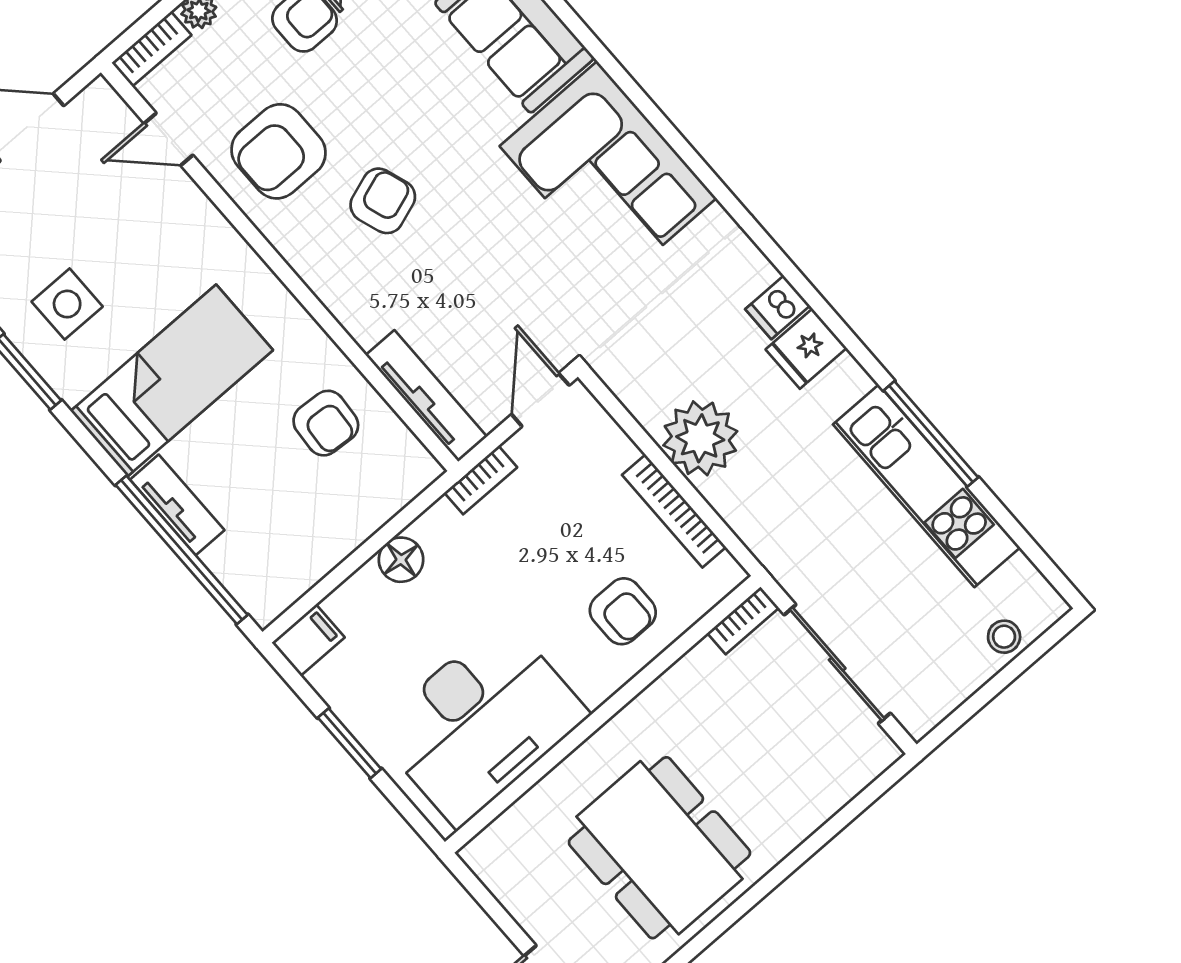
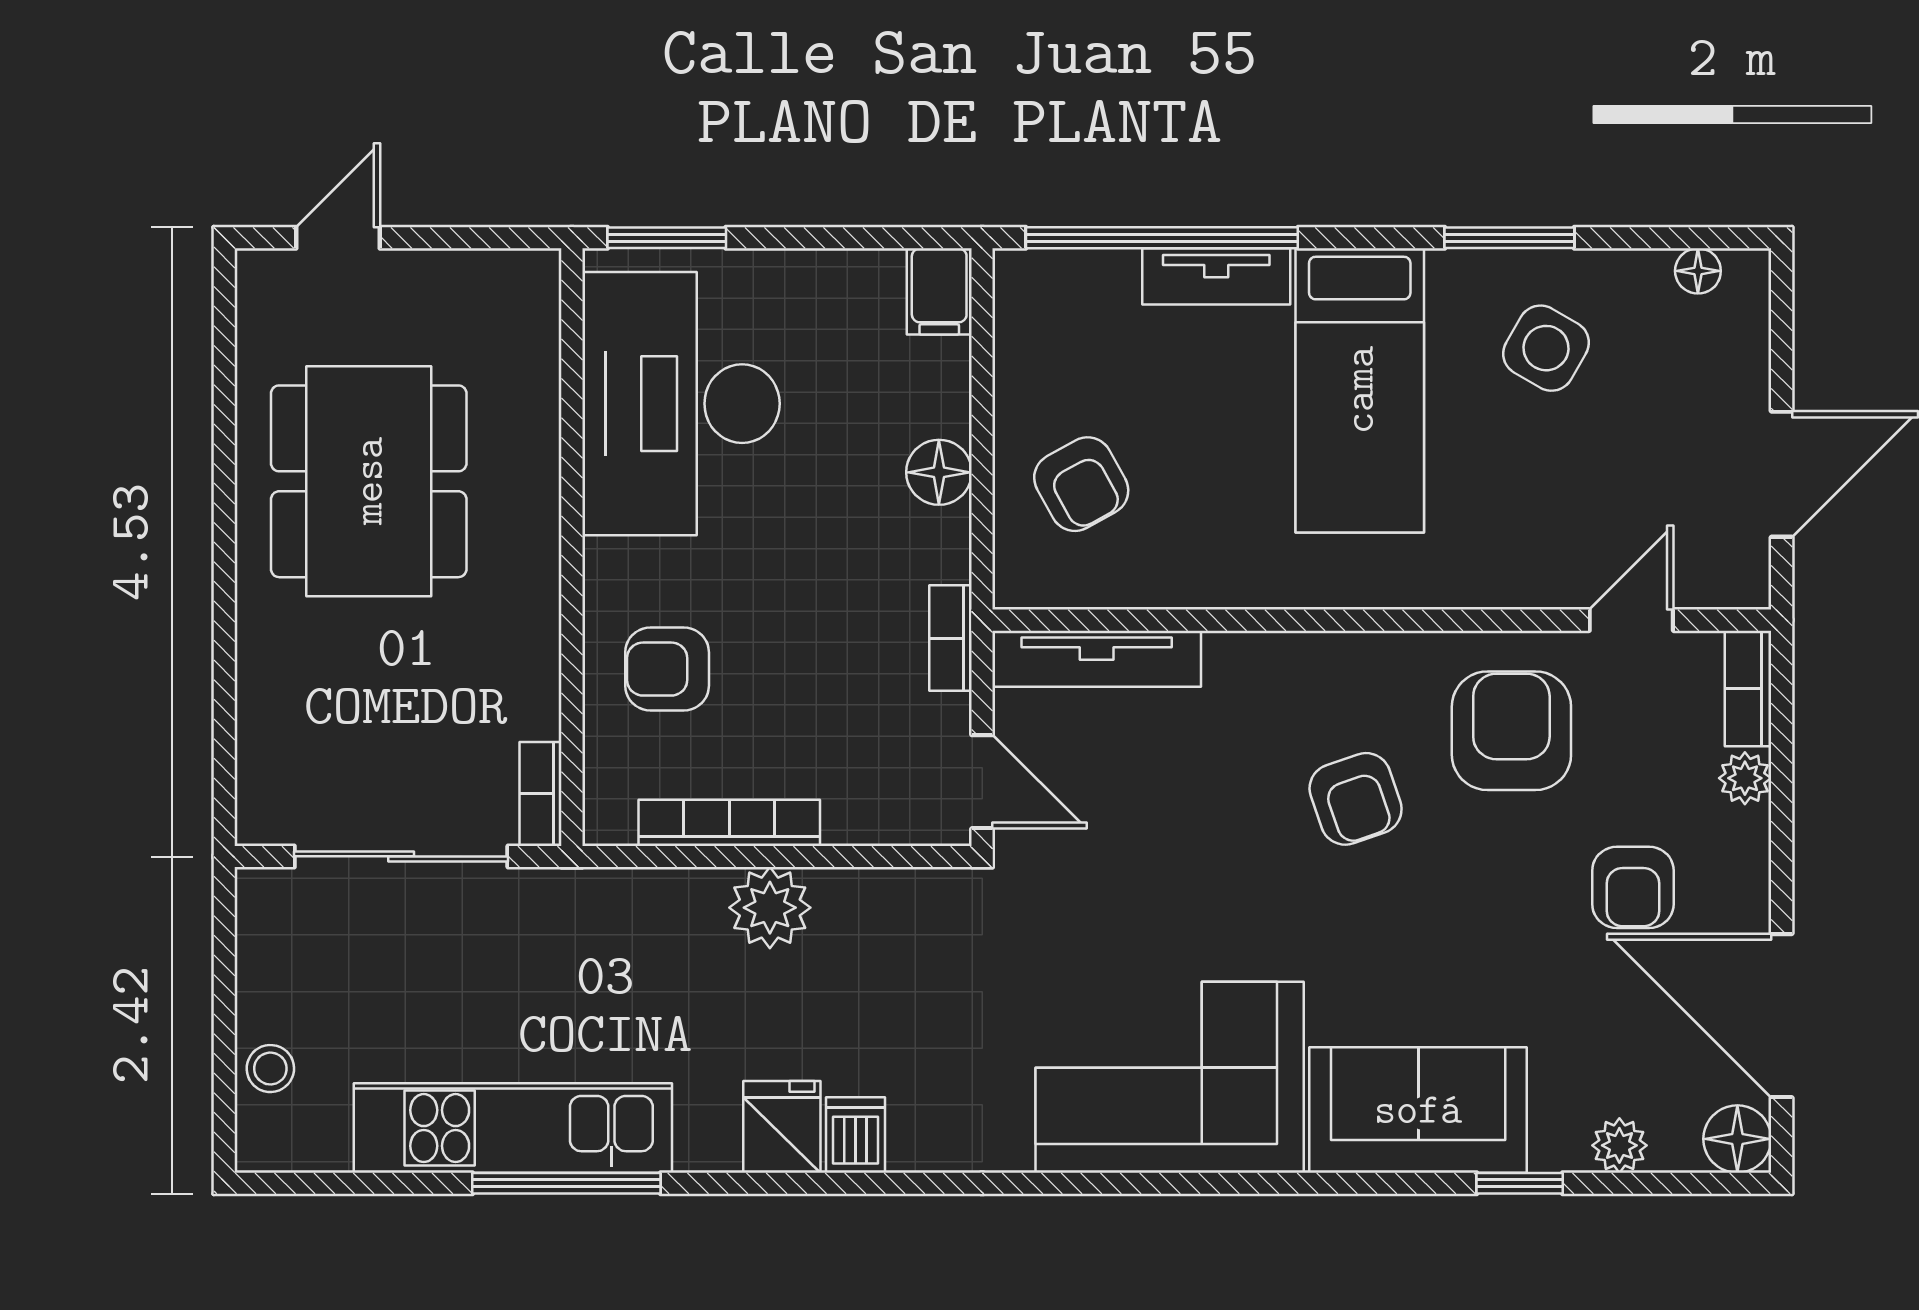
side table: (67, 304) -> (1546, 348), turned 30
armchair: (326, 423) -> (1081, 484), moved, turned -123
plant: (700, 438) -> (770, 908), width x0.73, depth x0.73
window: (350, 743) -> (667, 238), moved
dining table: (659, 848) -> (369, 481), turned 90

